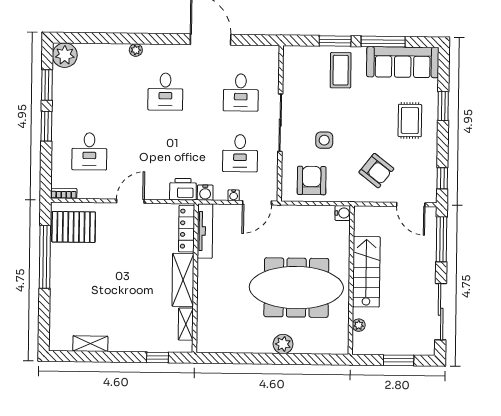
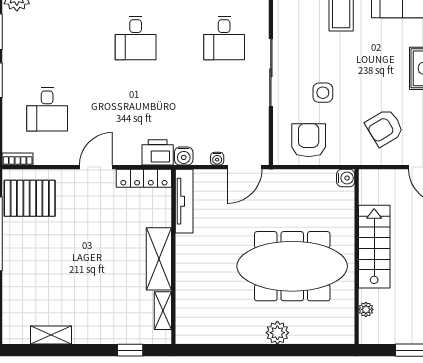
desk: (240, 153) -> (224, 109), removed
armchair: (376, 171) -> (384, 128), turned 111
locker: (187, 229) -> (144, 178), moved, turned -90

